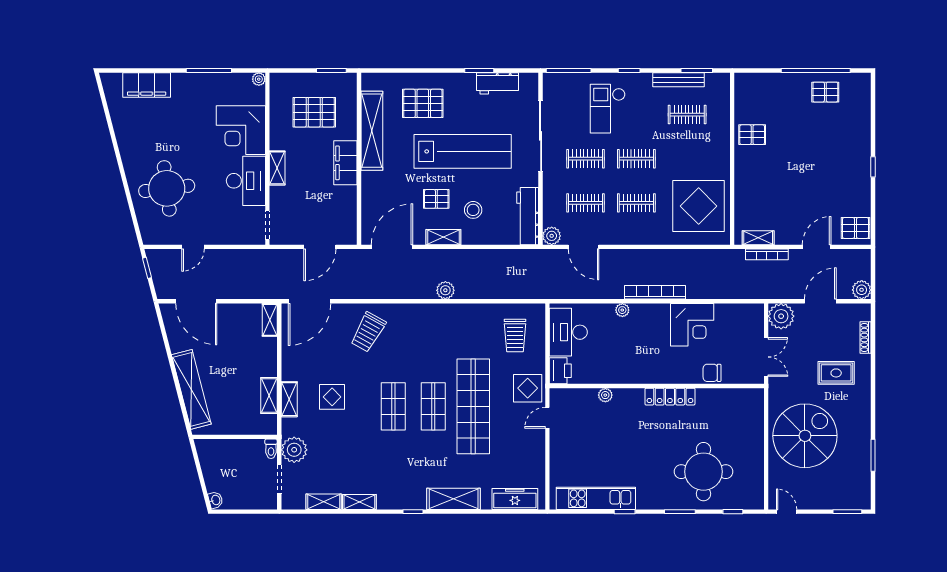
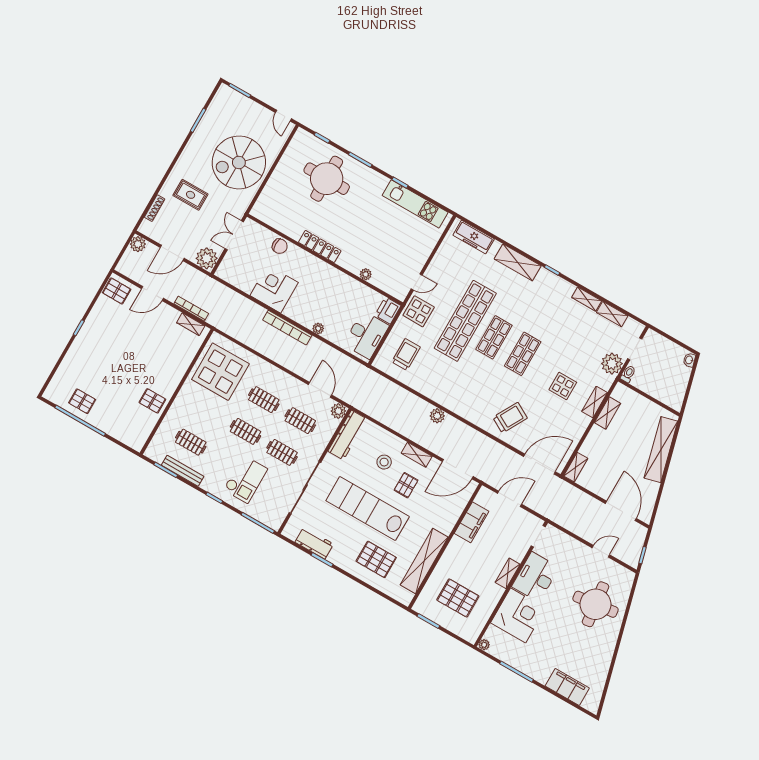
filing cabinet: (345, 163) -> (472, 522), moved
pallet: (436, 199) -> (406, 485), turned 90

